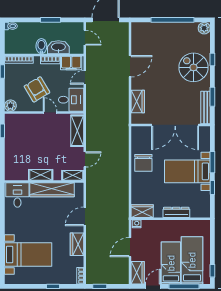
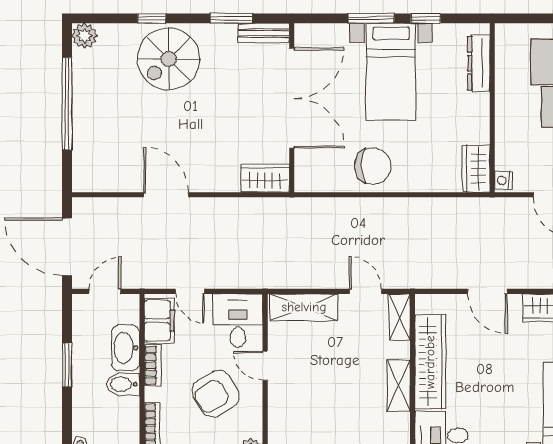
wardrobe: (138, 102) -> (265, 178), moved
bench: (206, 108) -> (264, 33), width x0.73
door: (50, 113) -> (265, 366), hinge flipped
dresser: (176, 212) -> (479, 63), moved

